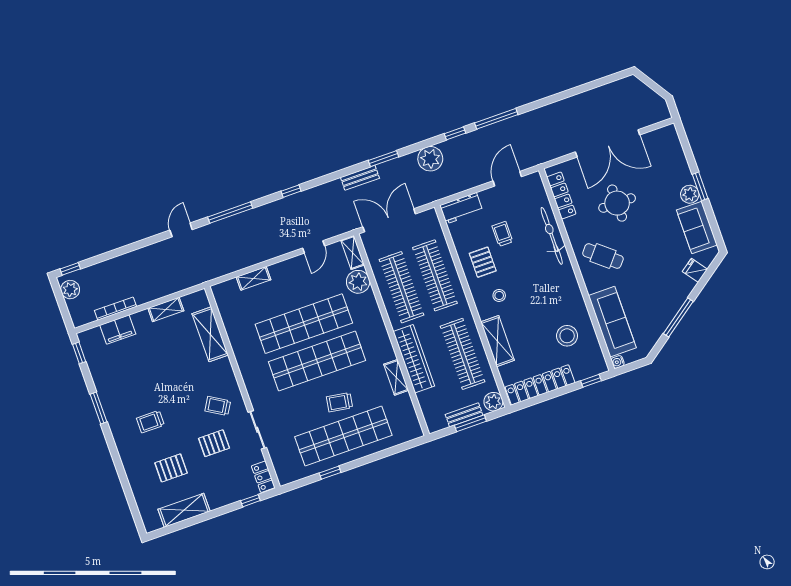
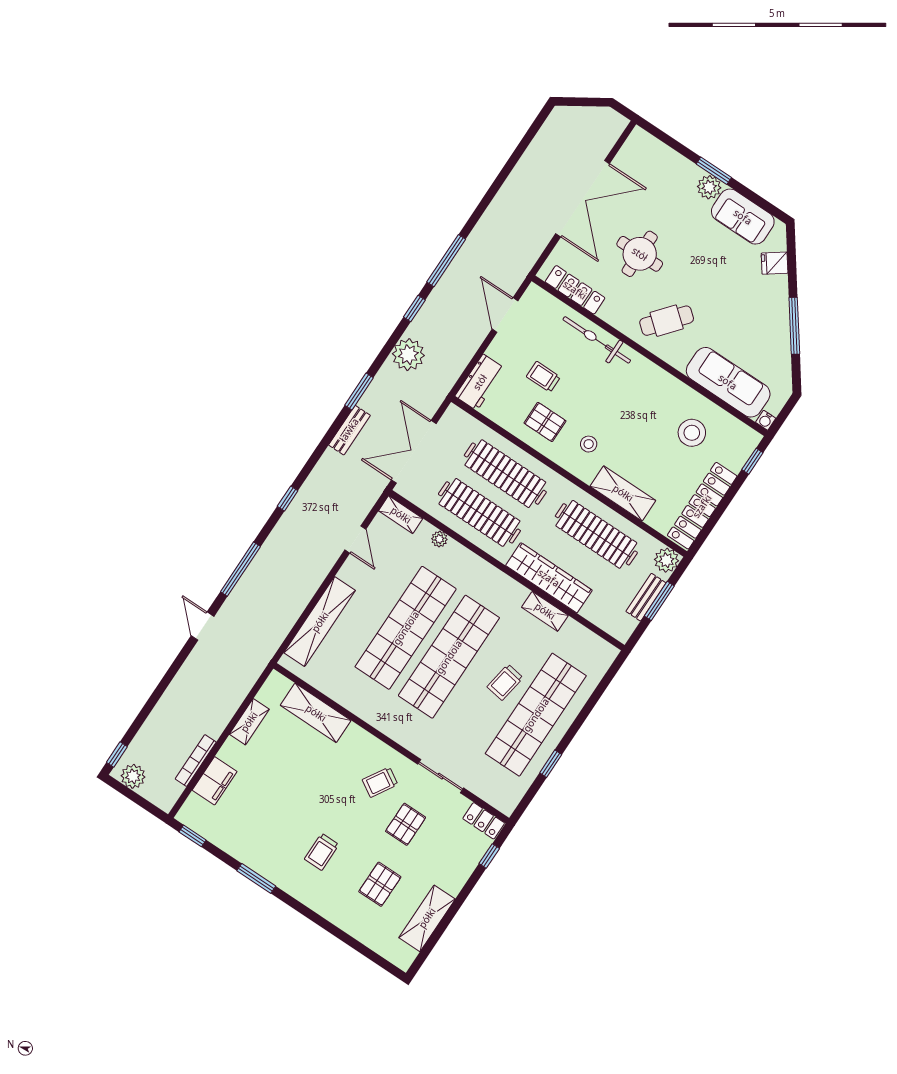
shelving: (254, 278) -> (320, 622), width x2.20, depth x1.33
plant: (358, 282) -> (439, 539), width x0.53, depth x0.53

